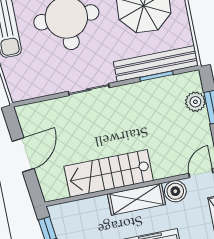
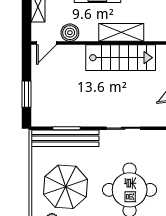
plant: (195, 102) -> (39, 101), removed
shelving: (136, 199) -> (121, 32), moved

